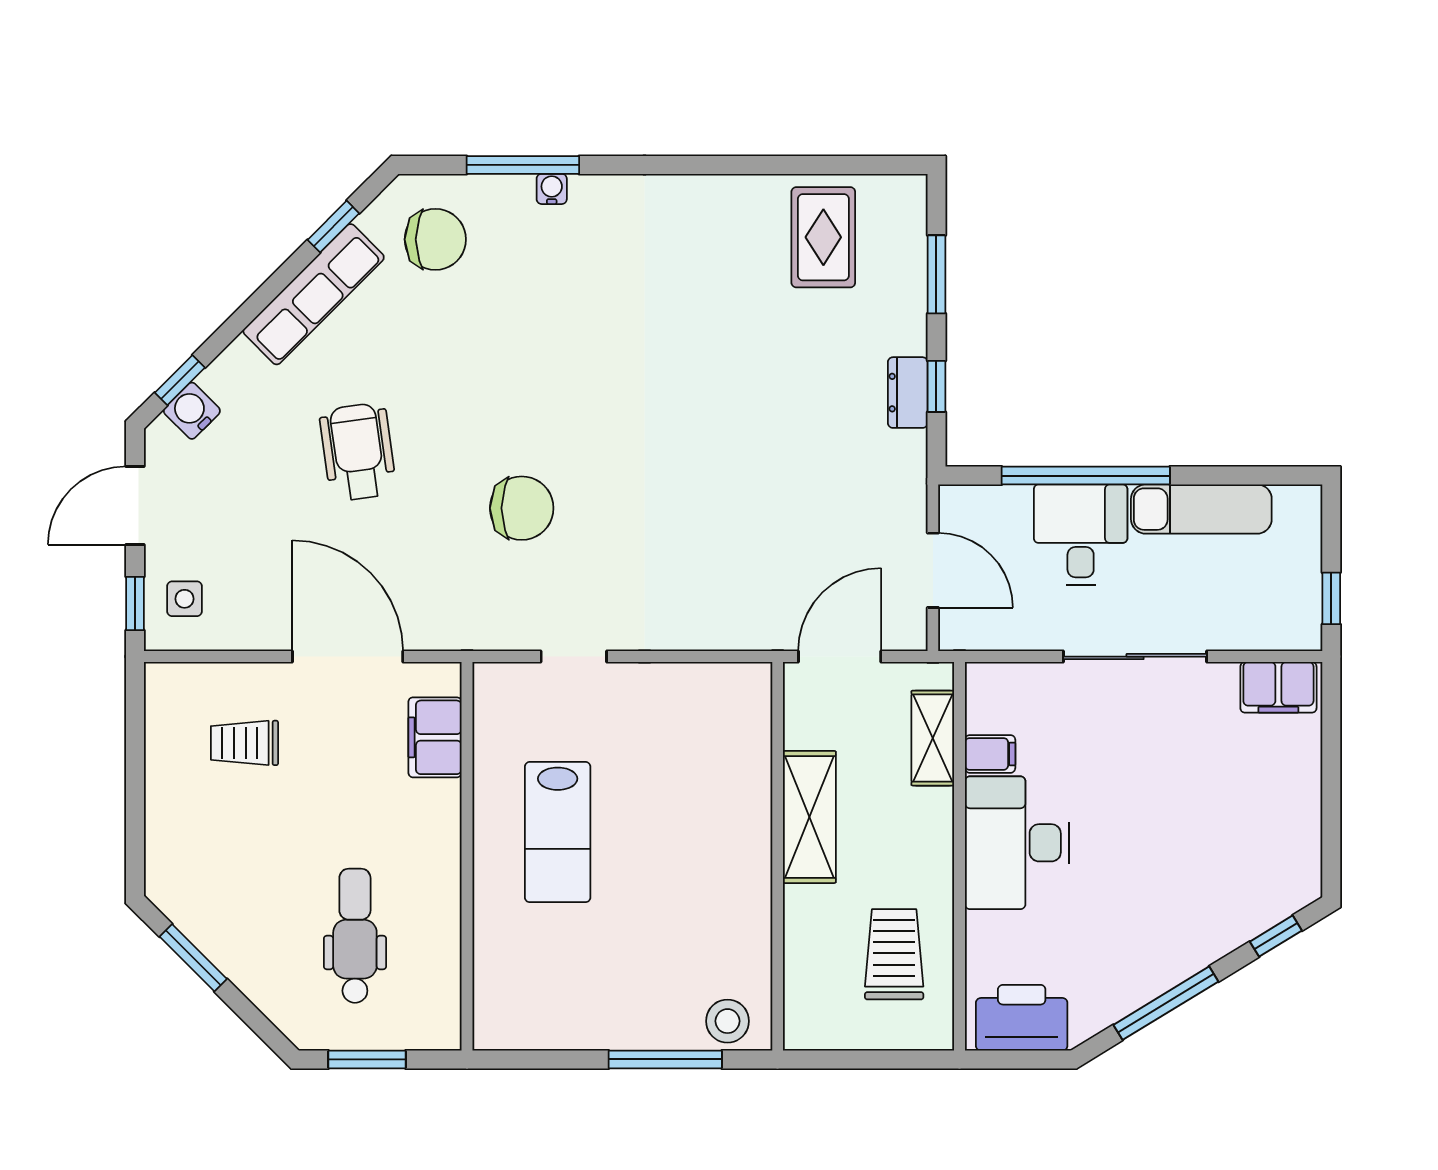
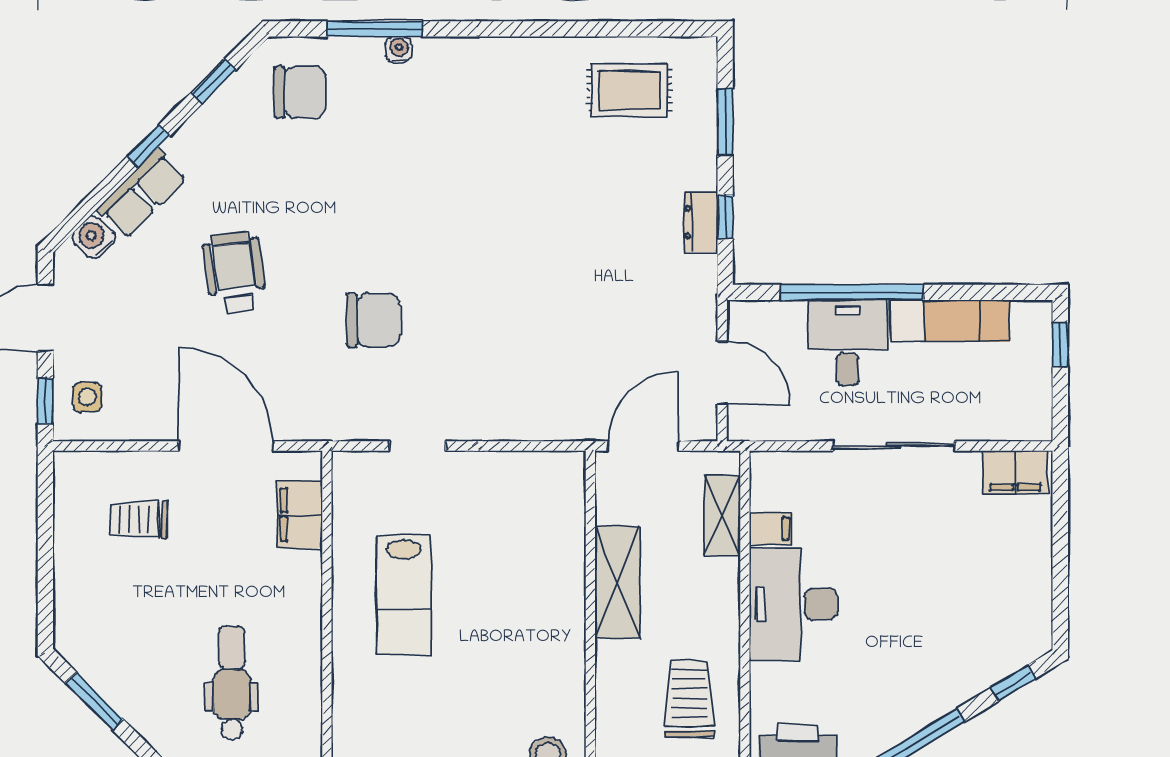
rug: (823, 237) -> (629, 90), turned 90
row of seats: (314, 294) -> (142, 193), moved, width x0.68
window: (180, 380) -> (149, 146), moved
window: (1331, 598) -> (1060, 345), moved

